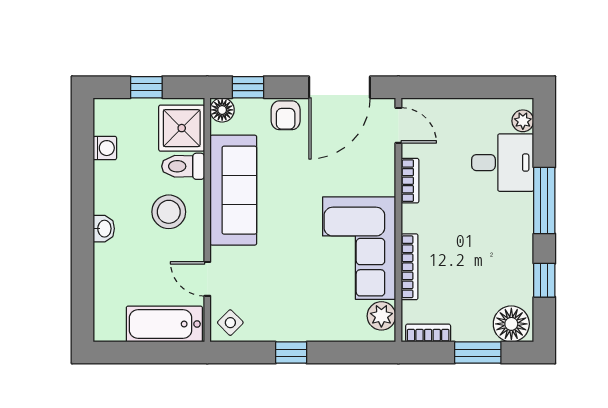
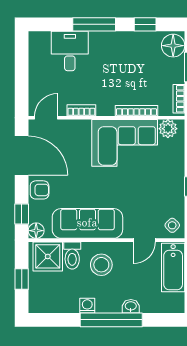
plant: (523, 121) -> (43, 38), removed
washing machine: (105, 148) -> (87, 306), moved
window: (83, 227) -> (111, 320), added
washbasin: (104, 229) -> (131, 306), moved

